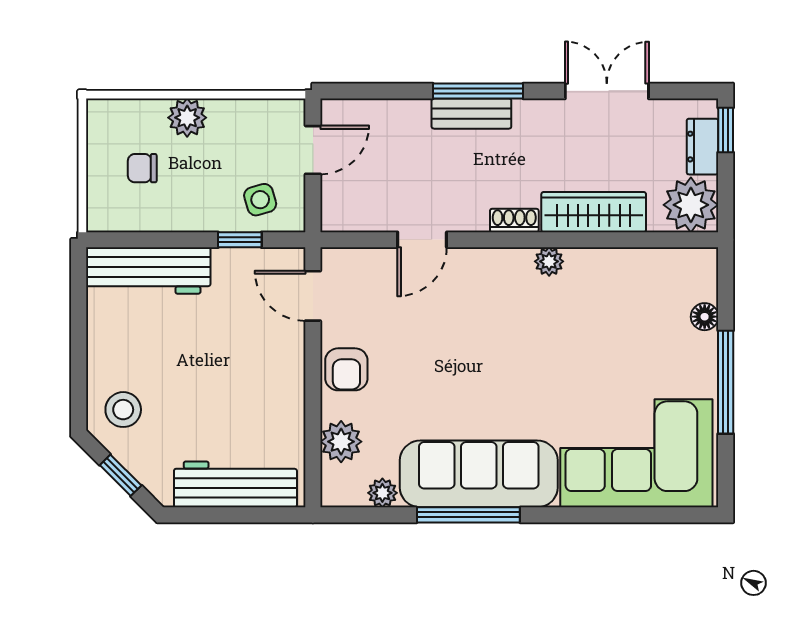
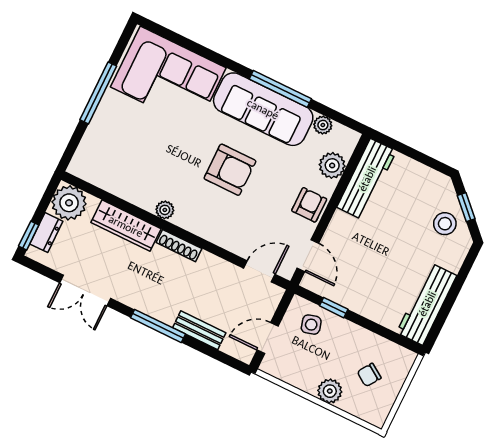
bench: (471, 114) -> (199, 330), moved
chair: (142, 168) -> (369, 375), turned 124
shoe rack: (514, 220) -> (179, 246), width x1.43
door: (422, 240) -> (259, 271), moved
workbench: (148, 270) -> (427, 304), moved, turned -90
floor lamp: (705, 317) -> (92, 136), removed
armchair: (484, 364) -> (230, 170), added
stool: (123, 410) -> (445, 224), moved
workbench: (235, 484) -> (367, 179), moved, turned -90

